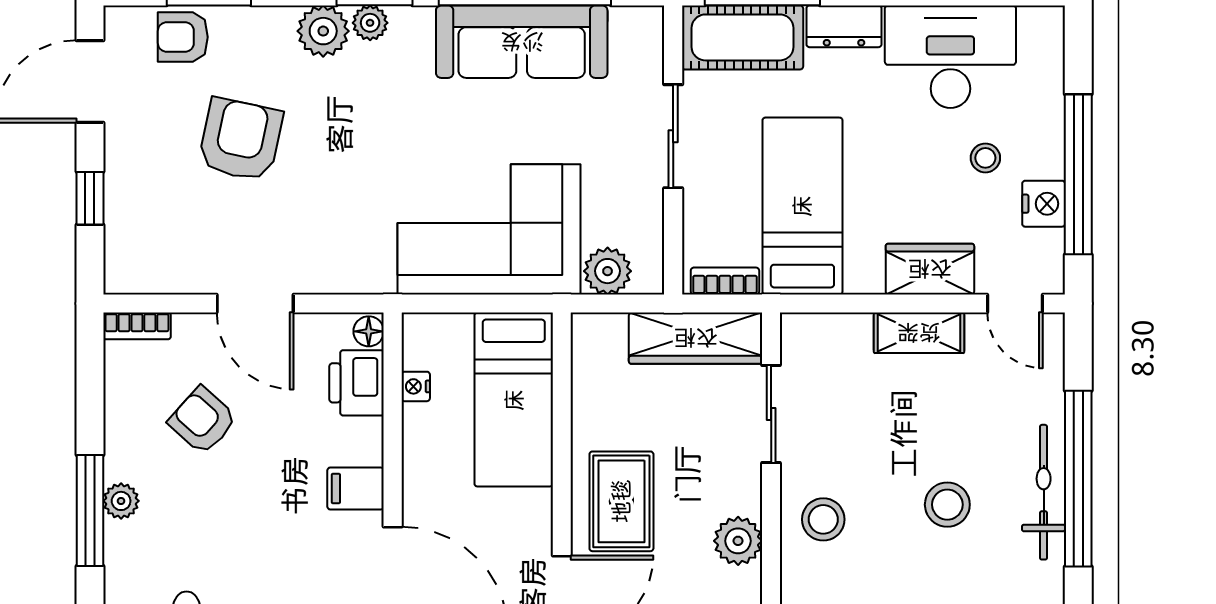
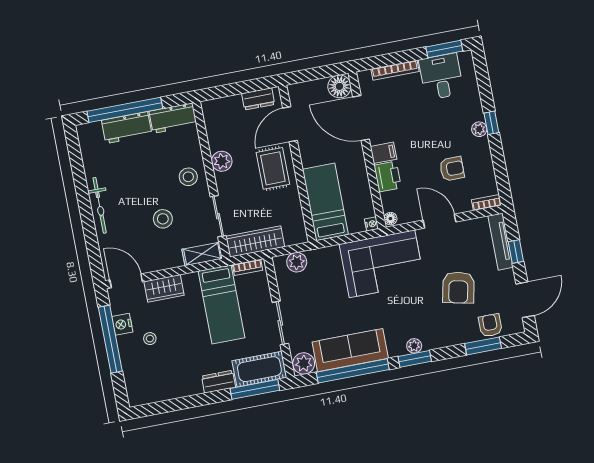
plant: (323, 31) -> (304, 363), moved
armchair: (183, 37) -> (490, 325), turned -90
desk: (950, 57) -> (172, 378), removed
tv unit: (121, 228) -> (501, 242), added
corner sofa: (489, 229) -> (382, 264), moved
door: (1015, 304) -> (126, 281), width x1.38
shelving: (919, 333) -> (202, 254), moved
printer: (357, 383) -> (388, 177), moved
nightstand: (416, 386) -> (371, 224), moved
armchair: (203, 420) -> (452, 169), turned -42
window: (1078, 479) -> (86, 214), removed
stool: (947, 505) -> (163, 219), moved
window: (90, 510) -> (491, 123), width x0.46

